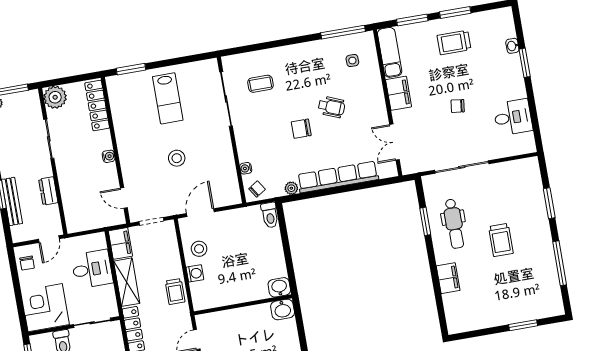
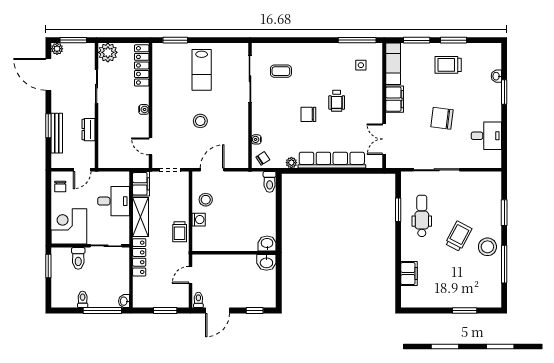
chair: (458, 106) -> (442, 118), width x1.87, depth x1.87
wheelchair: (331, 107) -> (337, 101), turned 68
dental chair: (454, 224) -> (422, 216), turned 180
trolley: (501, 240) -> (459, 236), turned -152
stool: (537, 246) -> (487, 247), added
filing cabinet: (448, 278) -> (409, 274), moved

